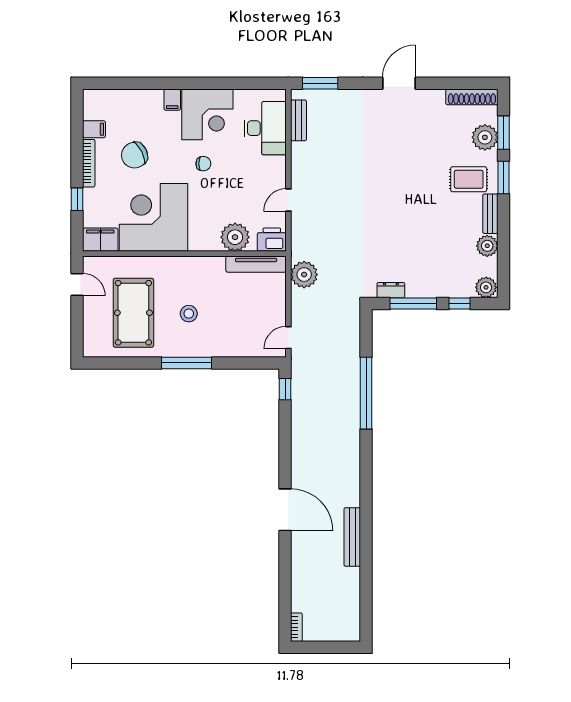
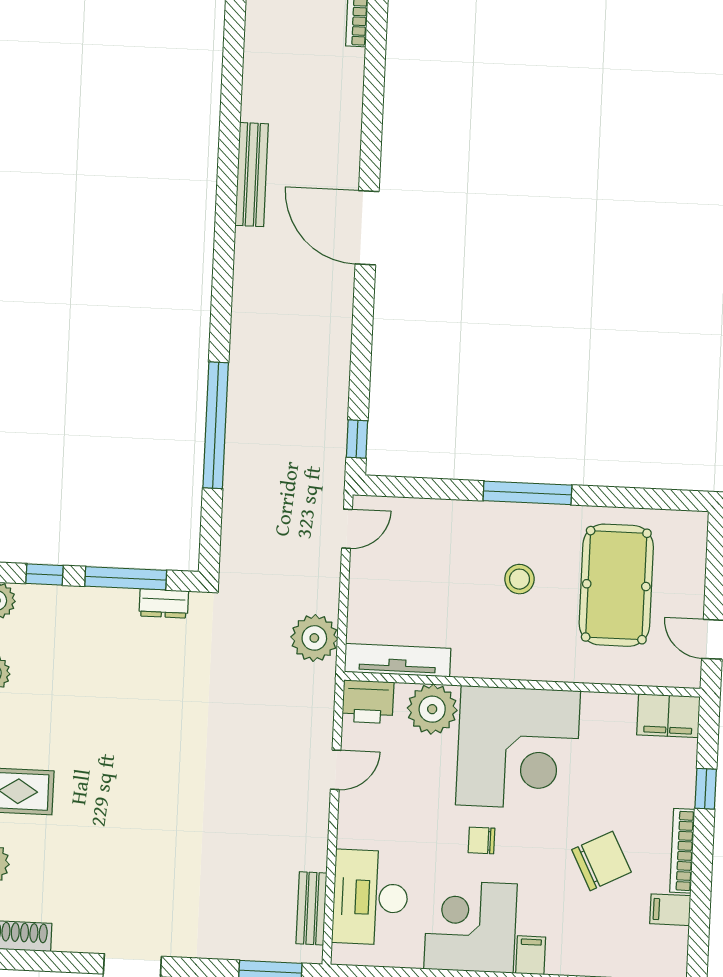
corner desk: (153, 217) -> (518, 748), moved

